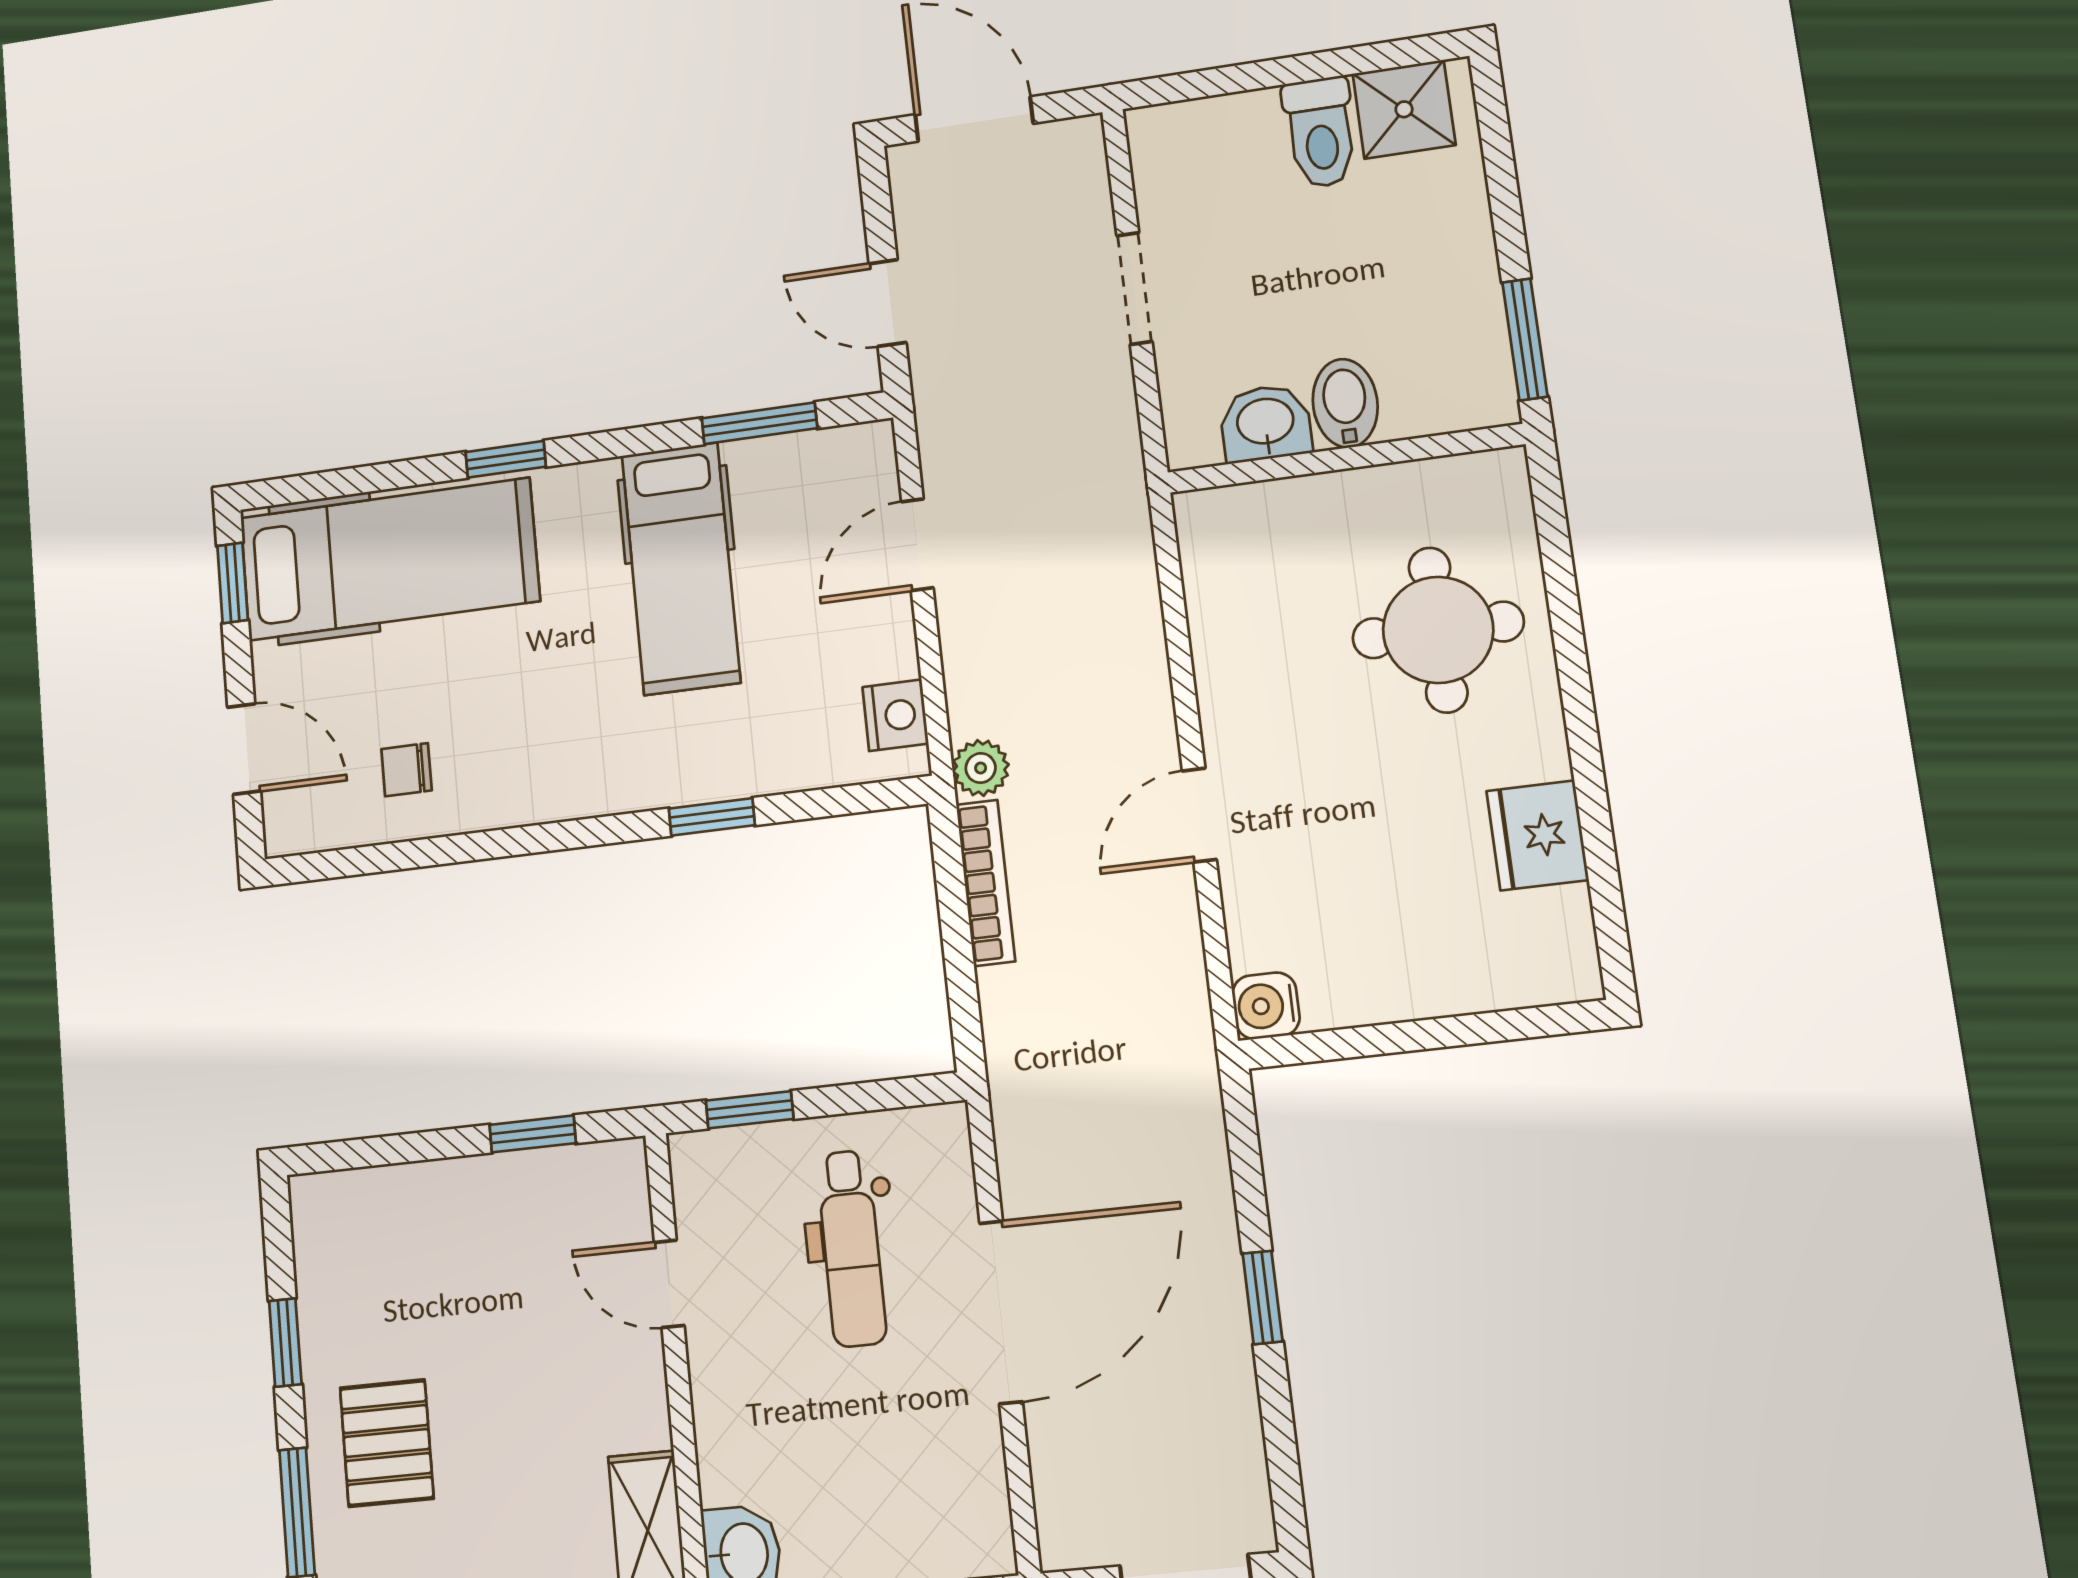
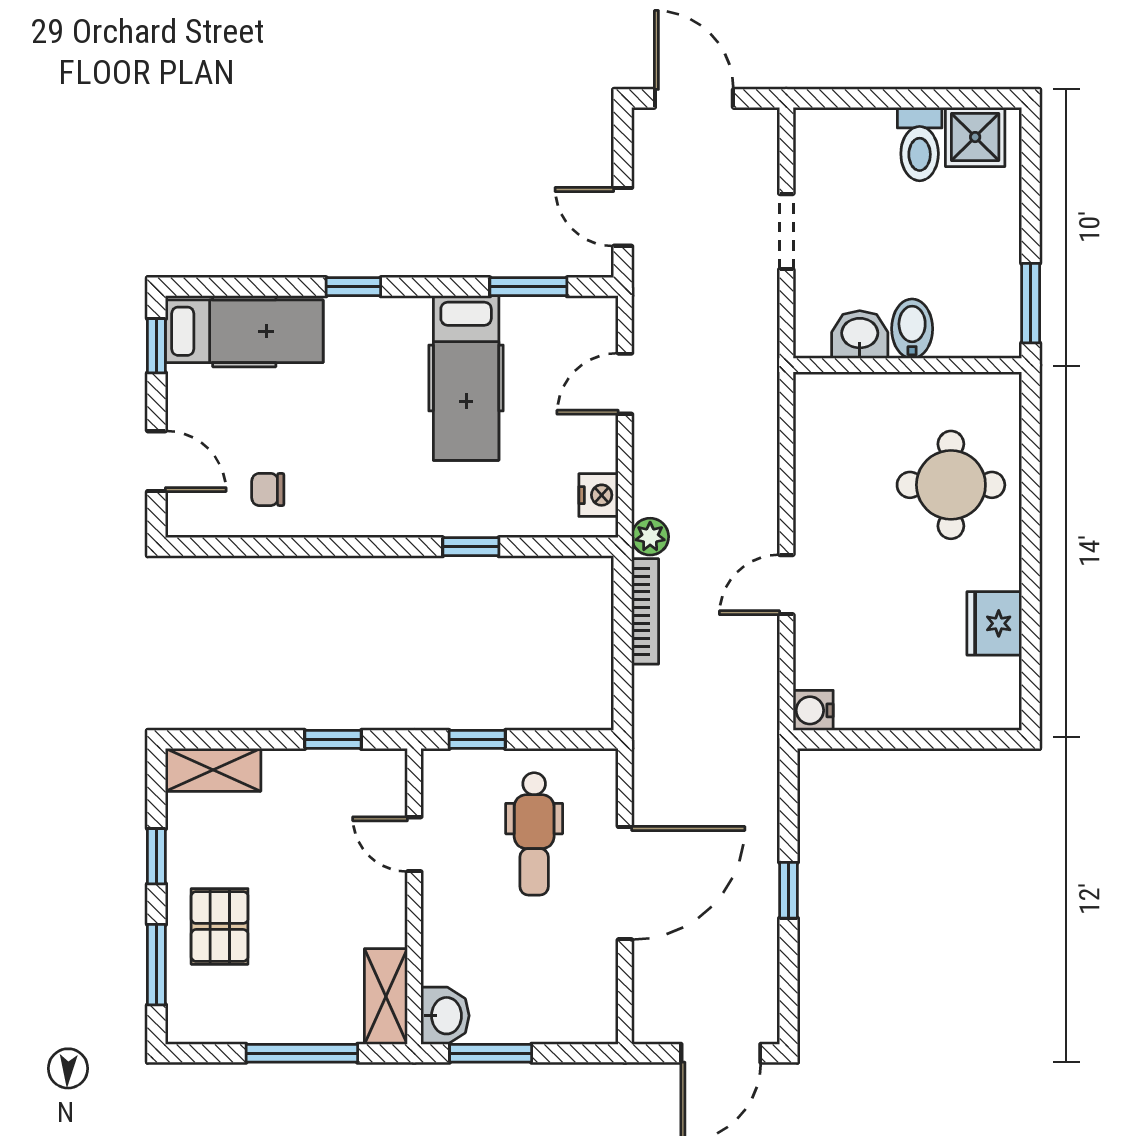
hospital bed: (389, 559) -> (244, 331), width x0.73, depth x0.78
shelving: (359, 1200) -> (213, 770), added

